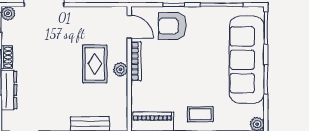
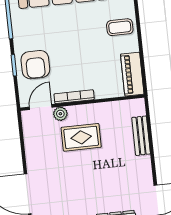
plant: (120, 69) -> (60, 114), moved
coffee table: (200, 114) -> (120, 27), turned 90

